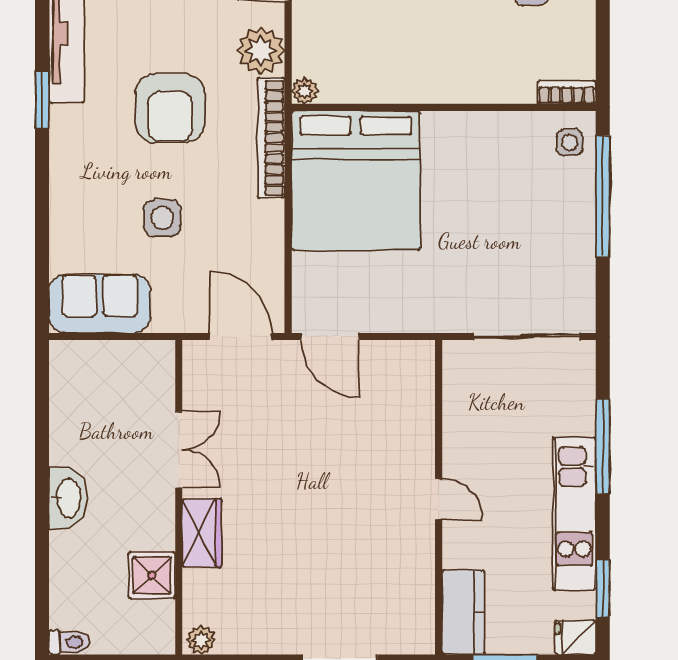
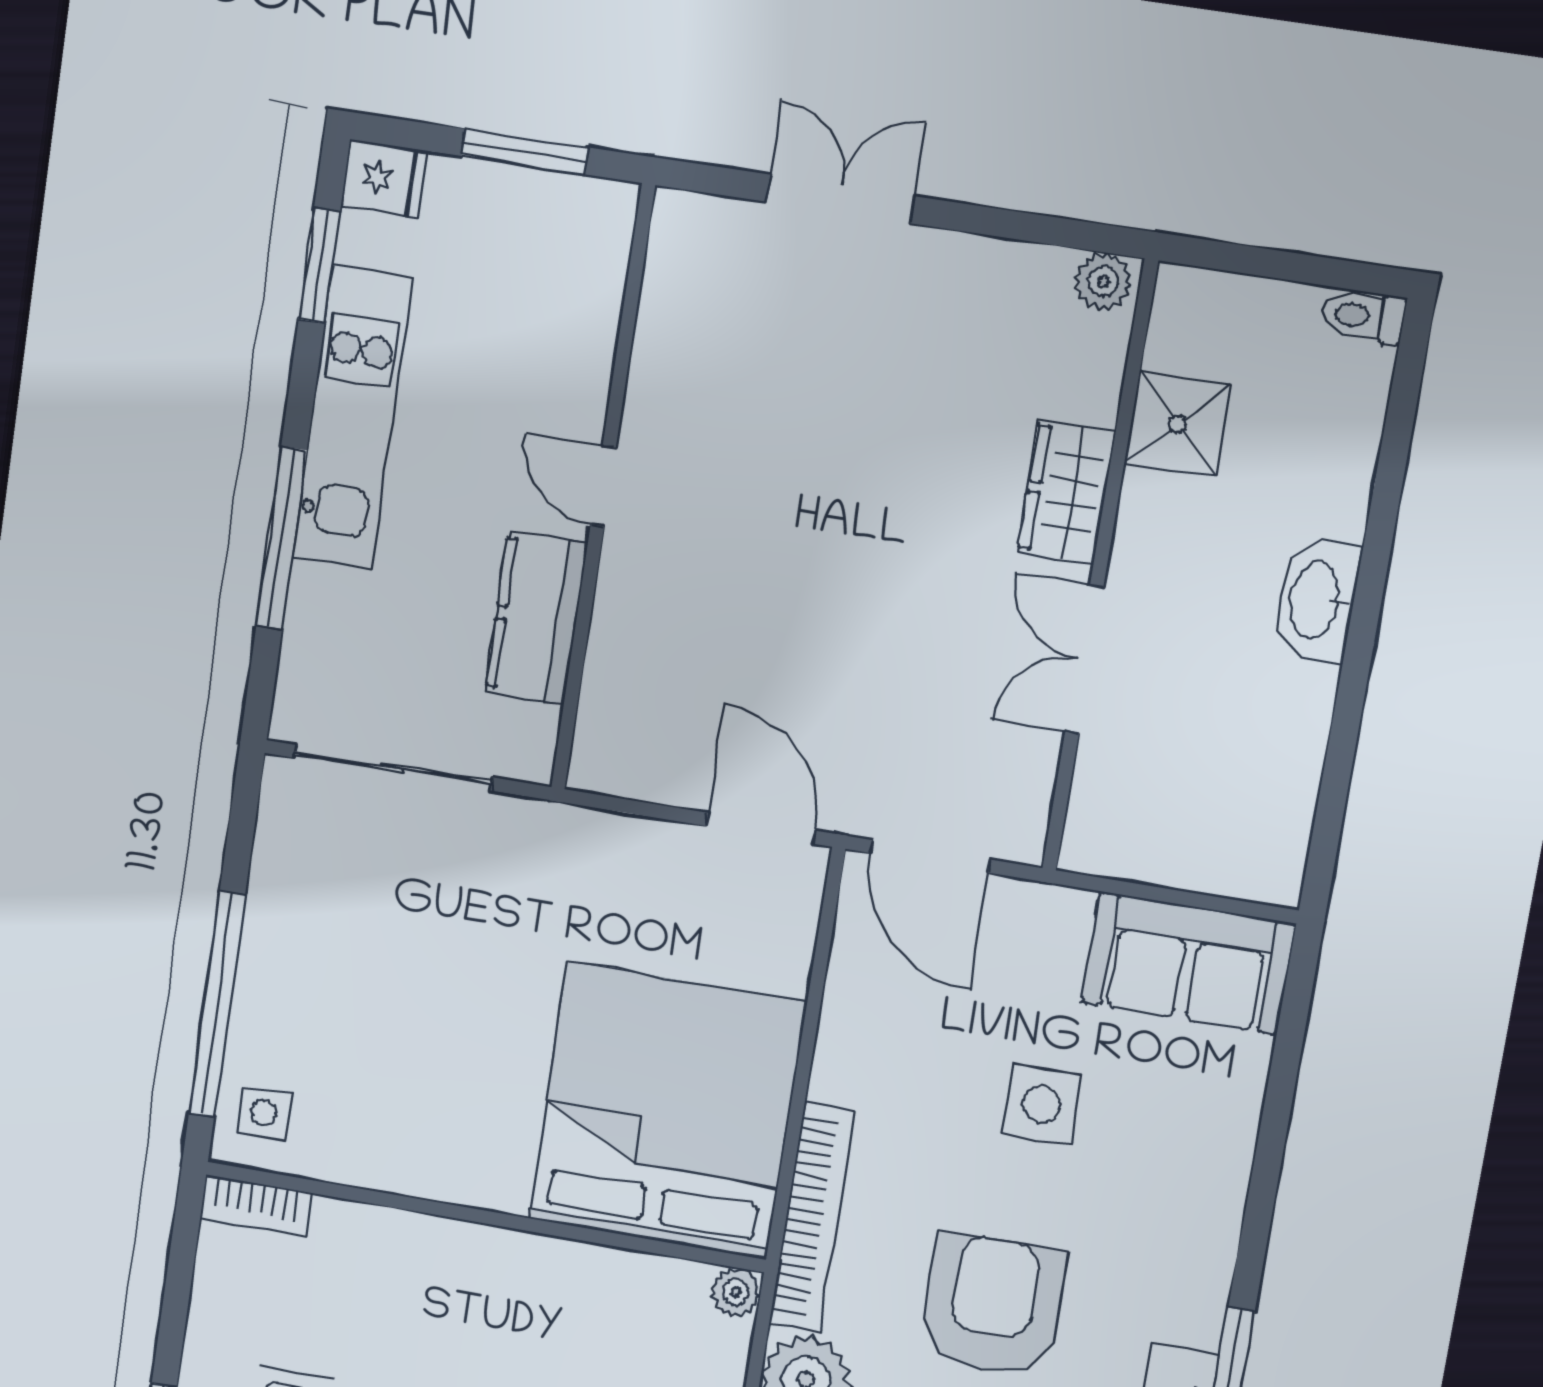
kitchen counter: (463, 612) -> (536, 618), moved

